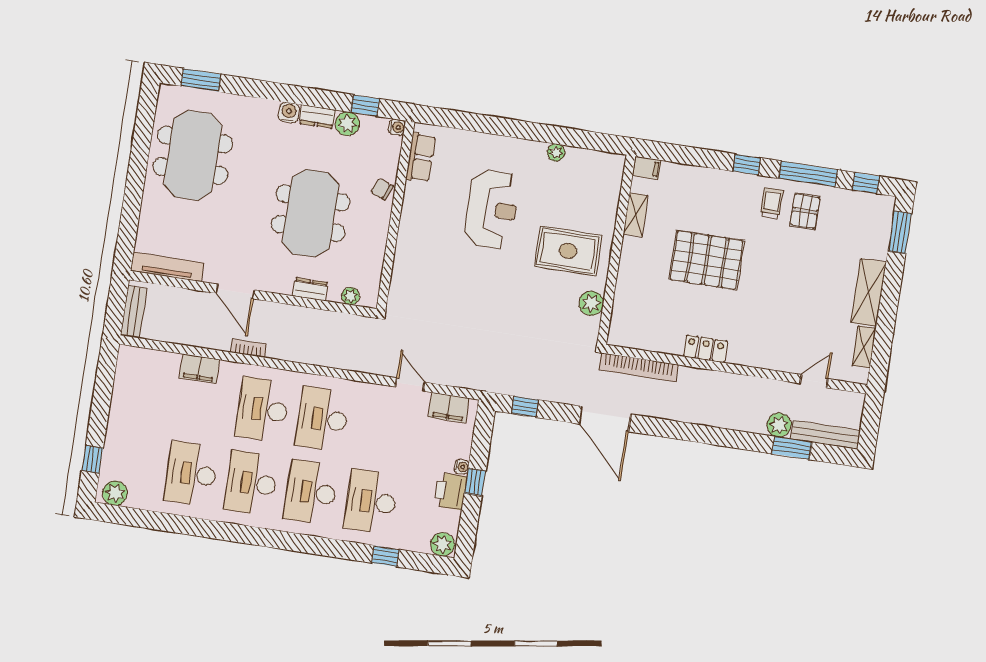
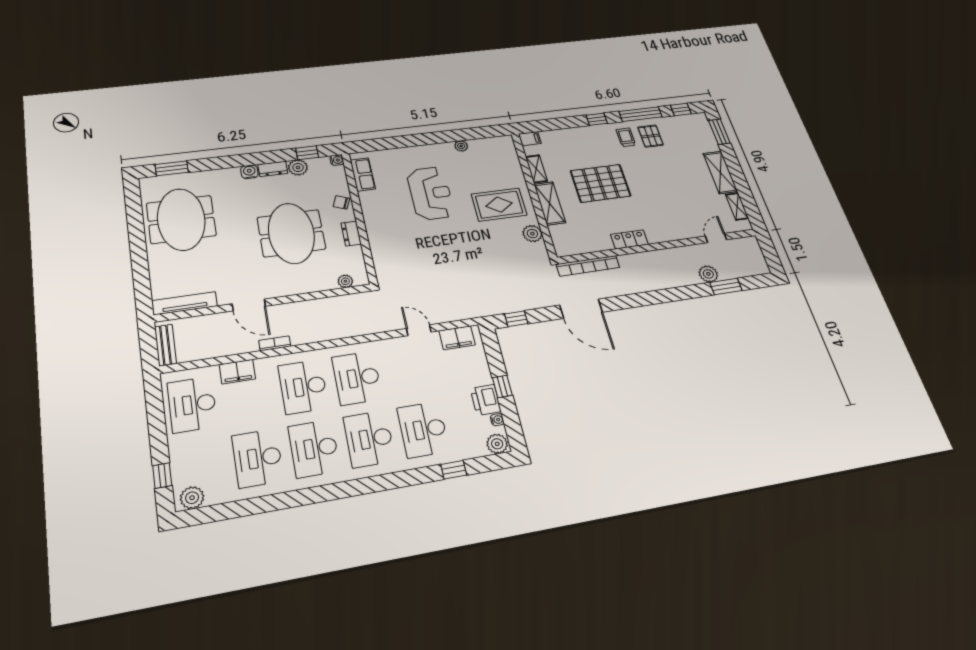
shelving: (630, 269) -> (550, 203), added
dresser: (310, 289) -> (351, 234), moved, turned -90
desk: (143, 391) -> (192, 405), added
bench: (826, 435) -> (744, 270), removed
water cooler: (462, 467) -> (497, 420), moved

